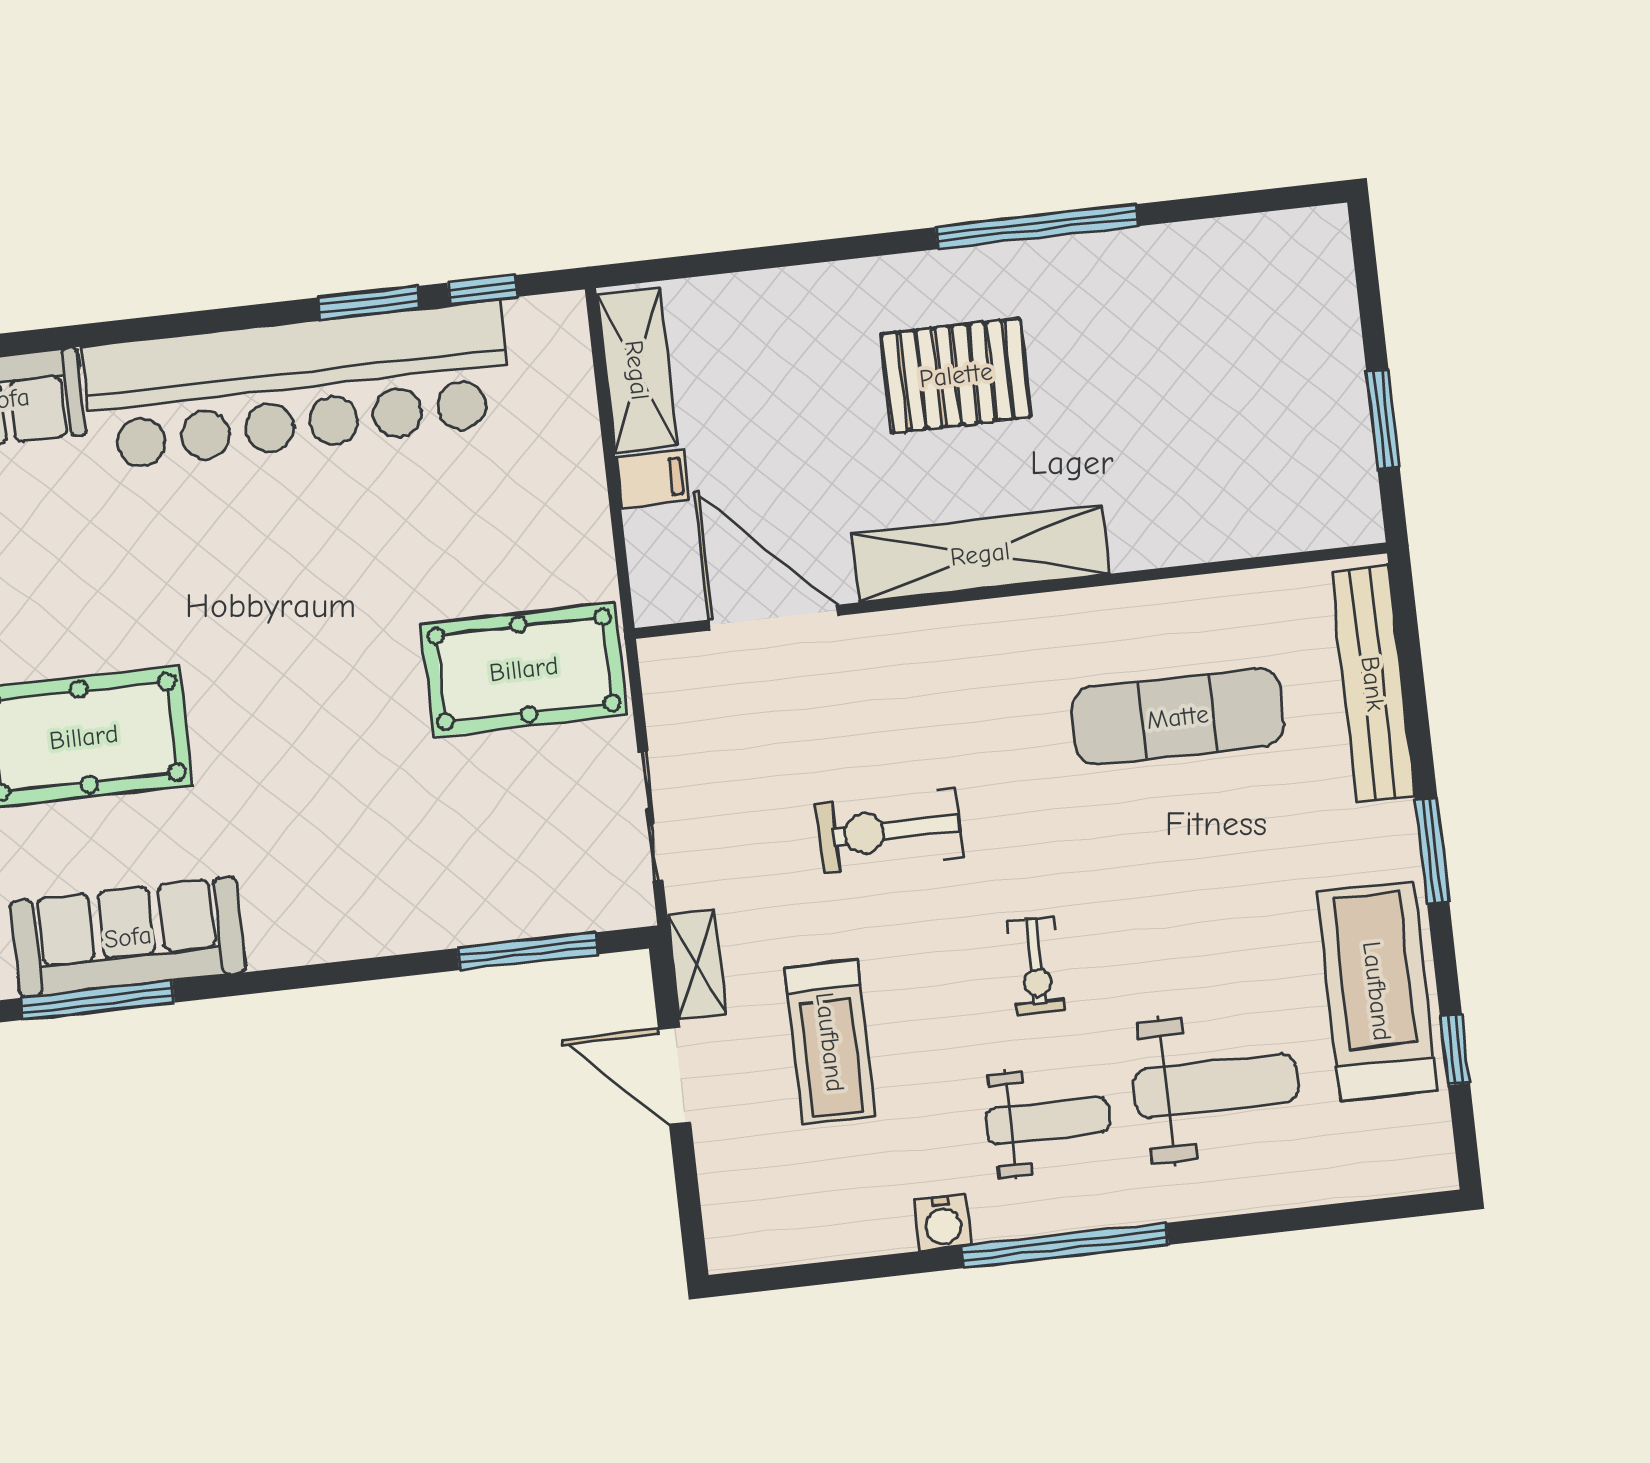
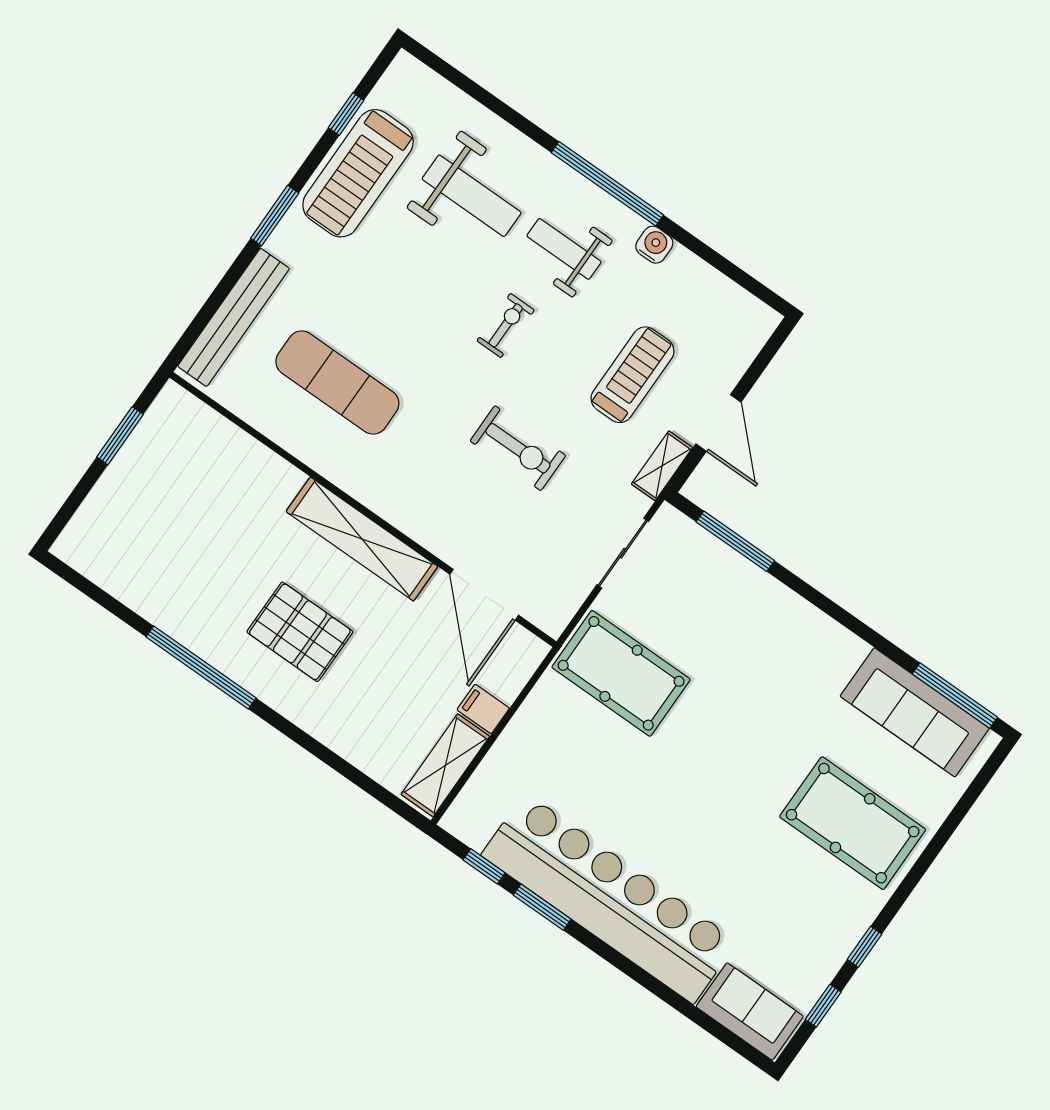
weight bench: (1216, 1086) -> (472, 196), turned 180

